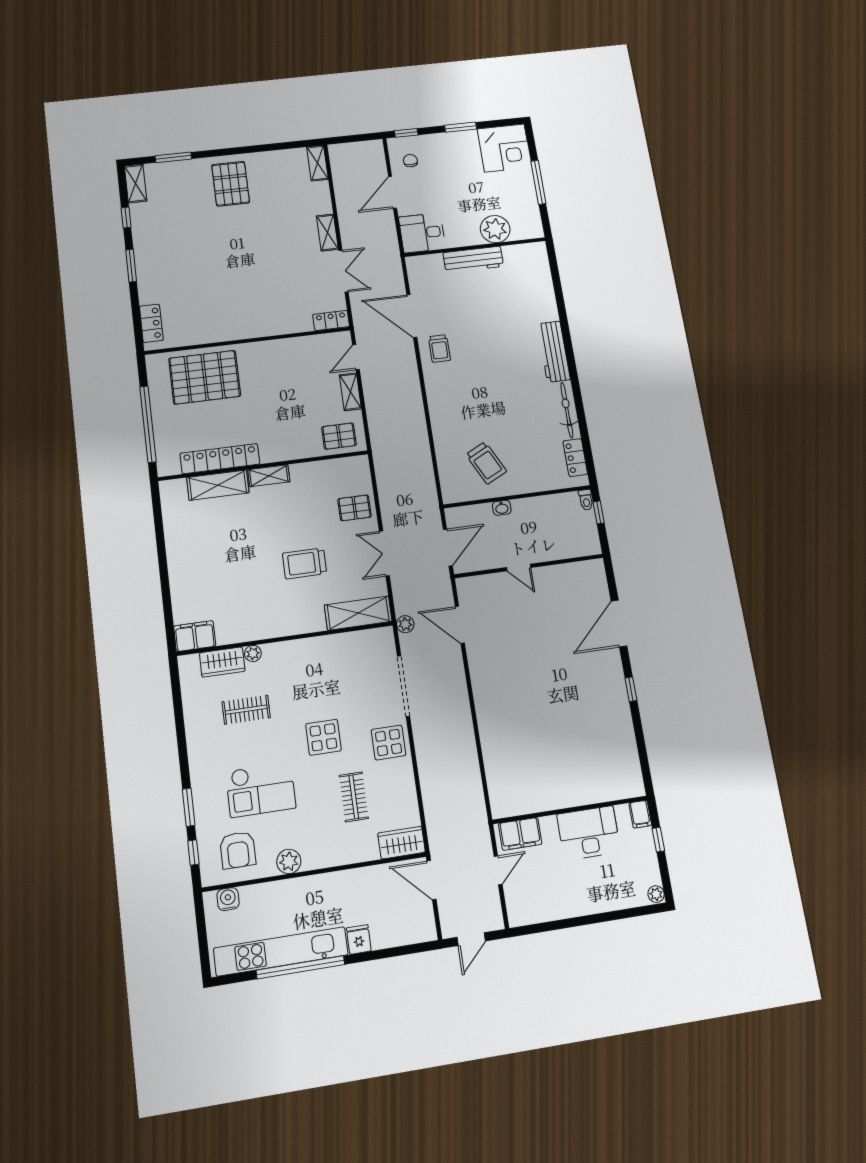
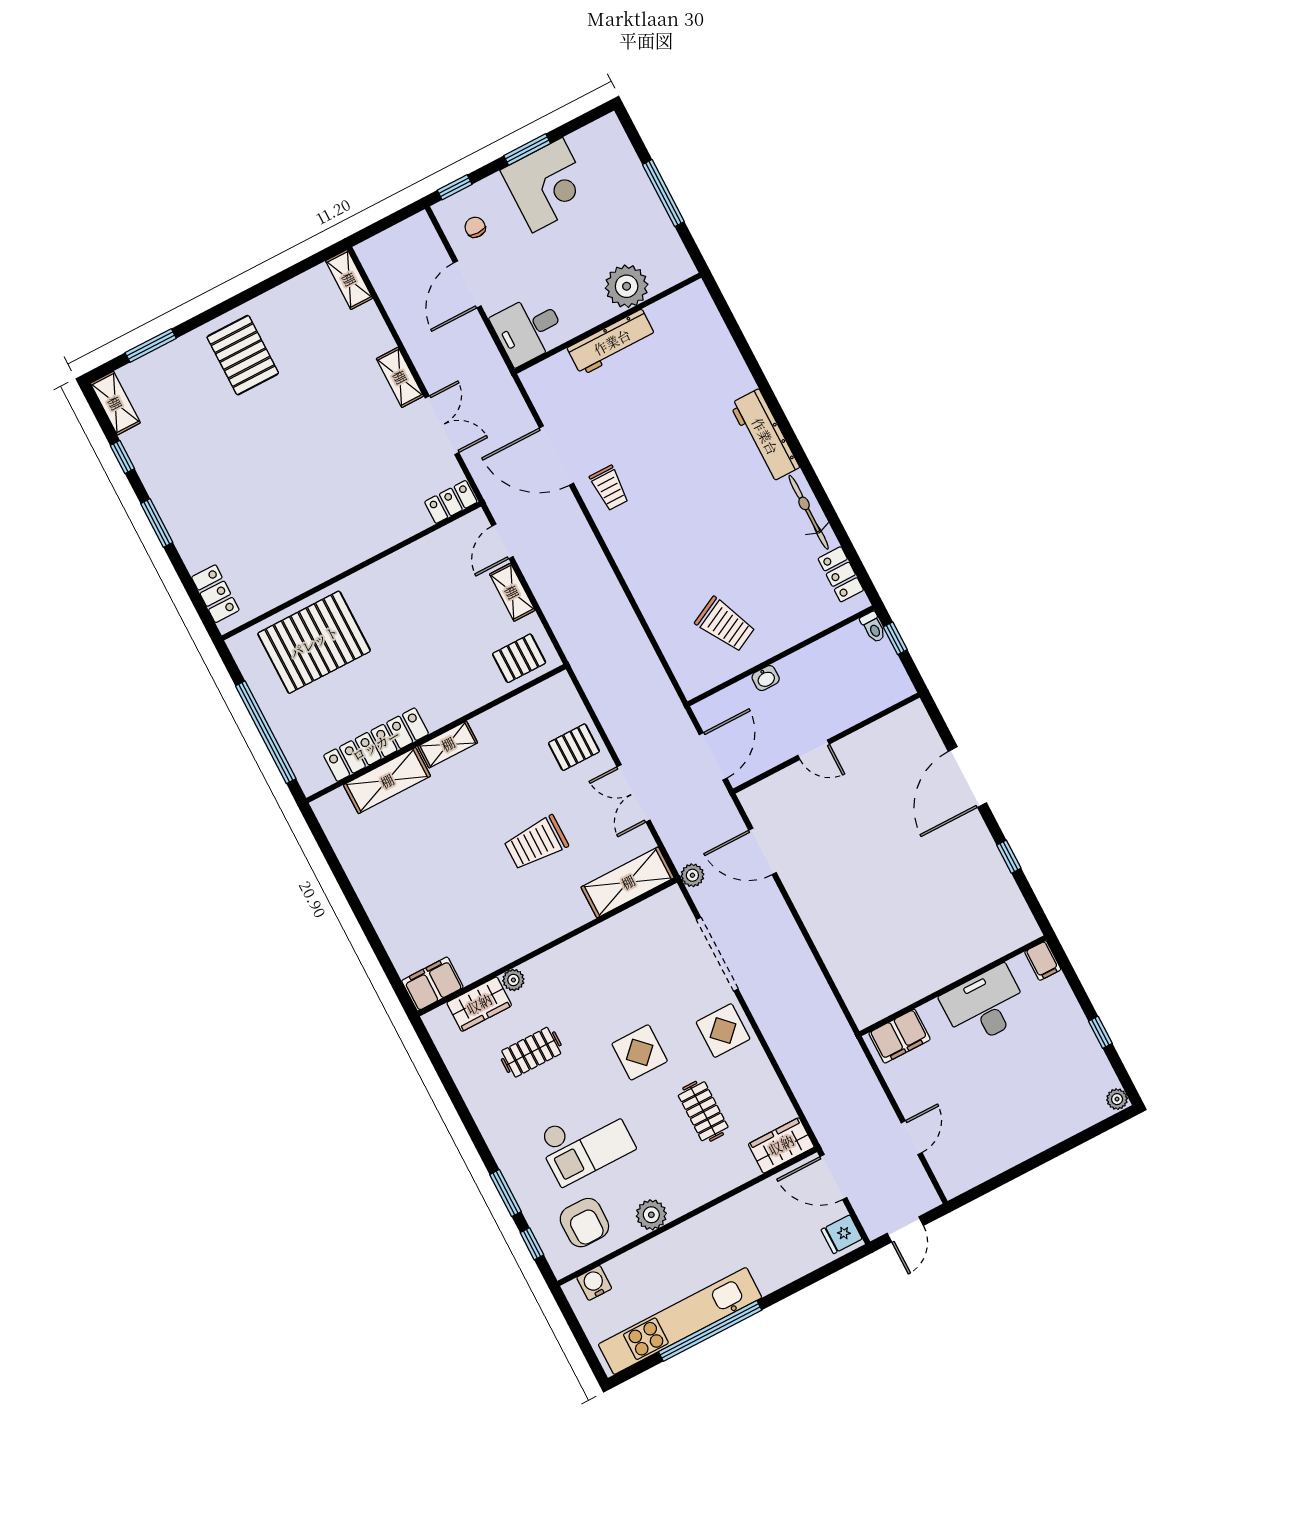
corner desk: (504, 148) -> (547, 185), moved
wall: (570, 810) -> (953, 986), moved
filing cabinet: (640, 814) -> (1043, 961), moved
desk: (589, 833) -> (985, 1006), moved
filing cabinet: (520, 834) -> (900, 1036), moved
fridge: (359, 939) -> (842, 1234), moved, turned -90

